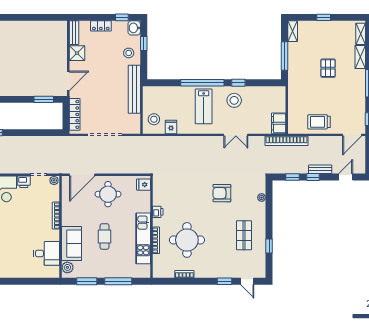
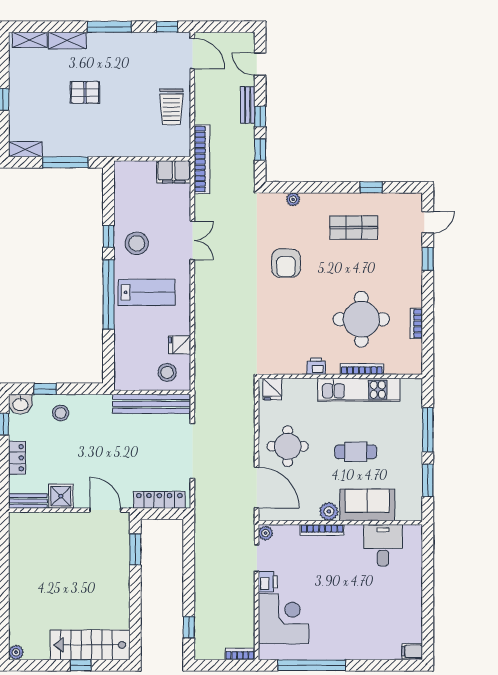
bench: (134, 89) -> (152, 404), moved
plant: (67, 267) -> (329, 511), moved

